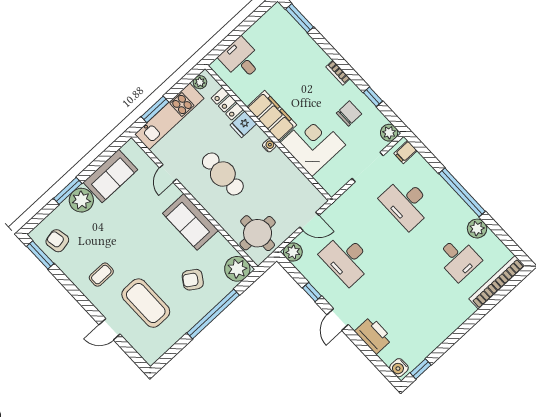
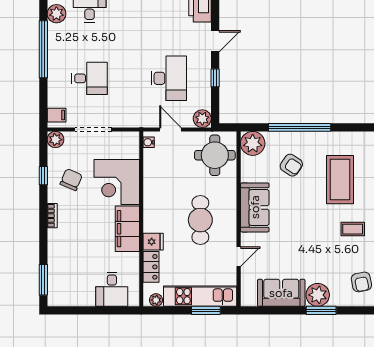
chair: (349, 113) -> (71, 180), turned 113
water cooler: (269, 145) -> (149, 142), moved
desk: (406, 203) -> (90, 78), width x0.73

